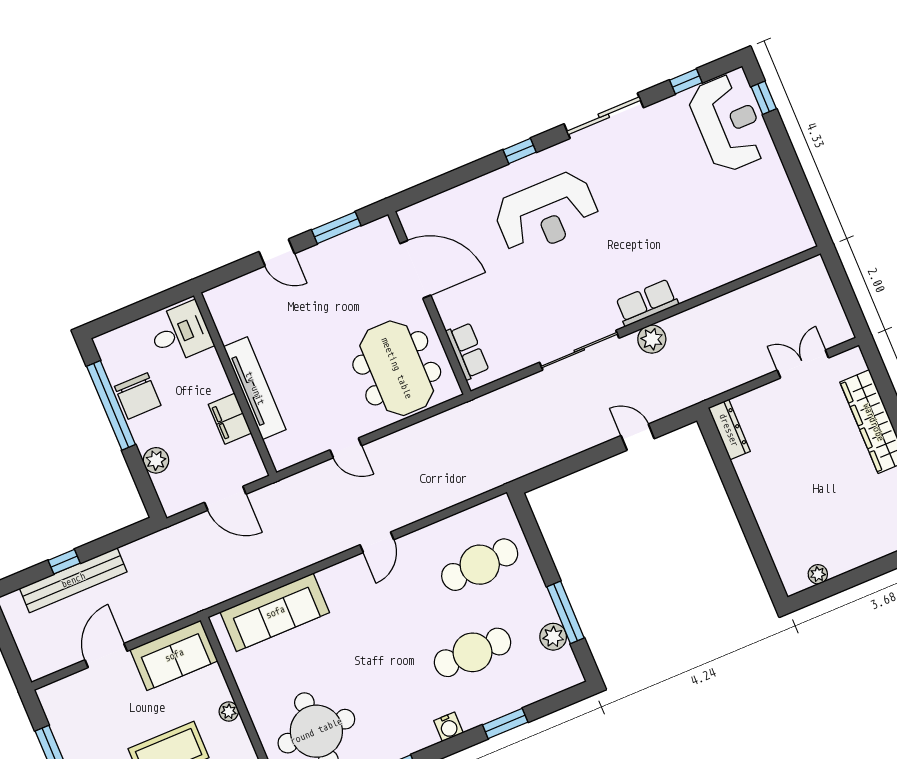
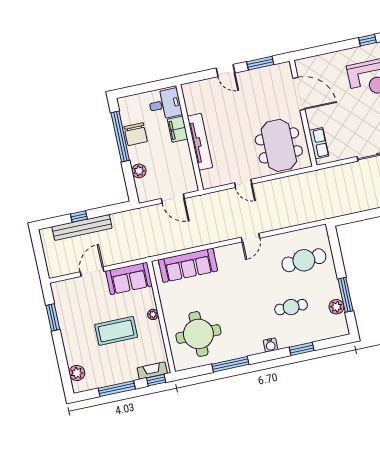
filing cabinet: (230, 419) -> (178, 129), moved
cafe table: (473, 652) -> (291, 307), width x0.73, depth x0.74

